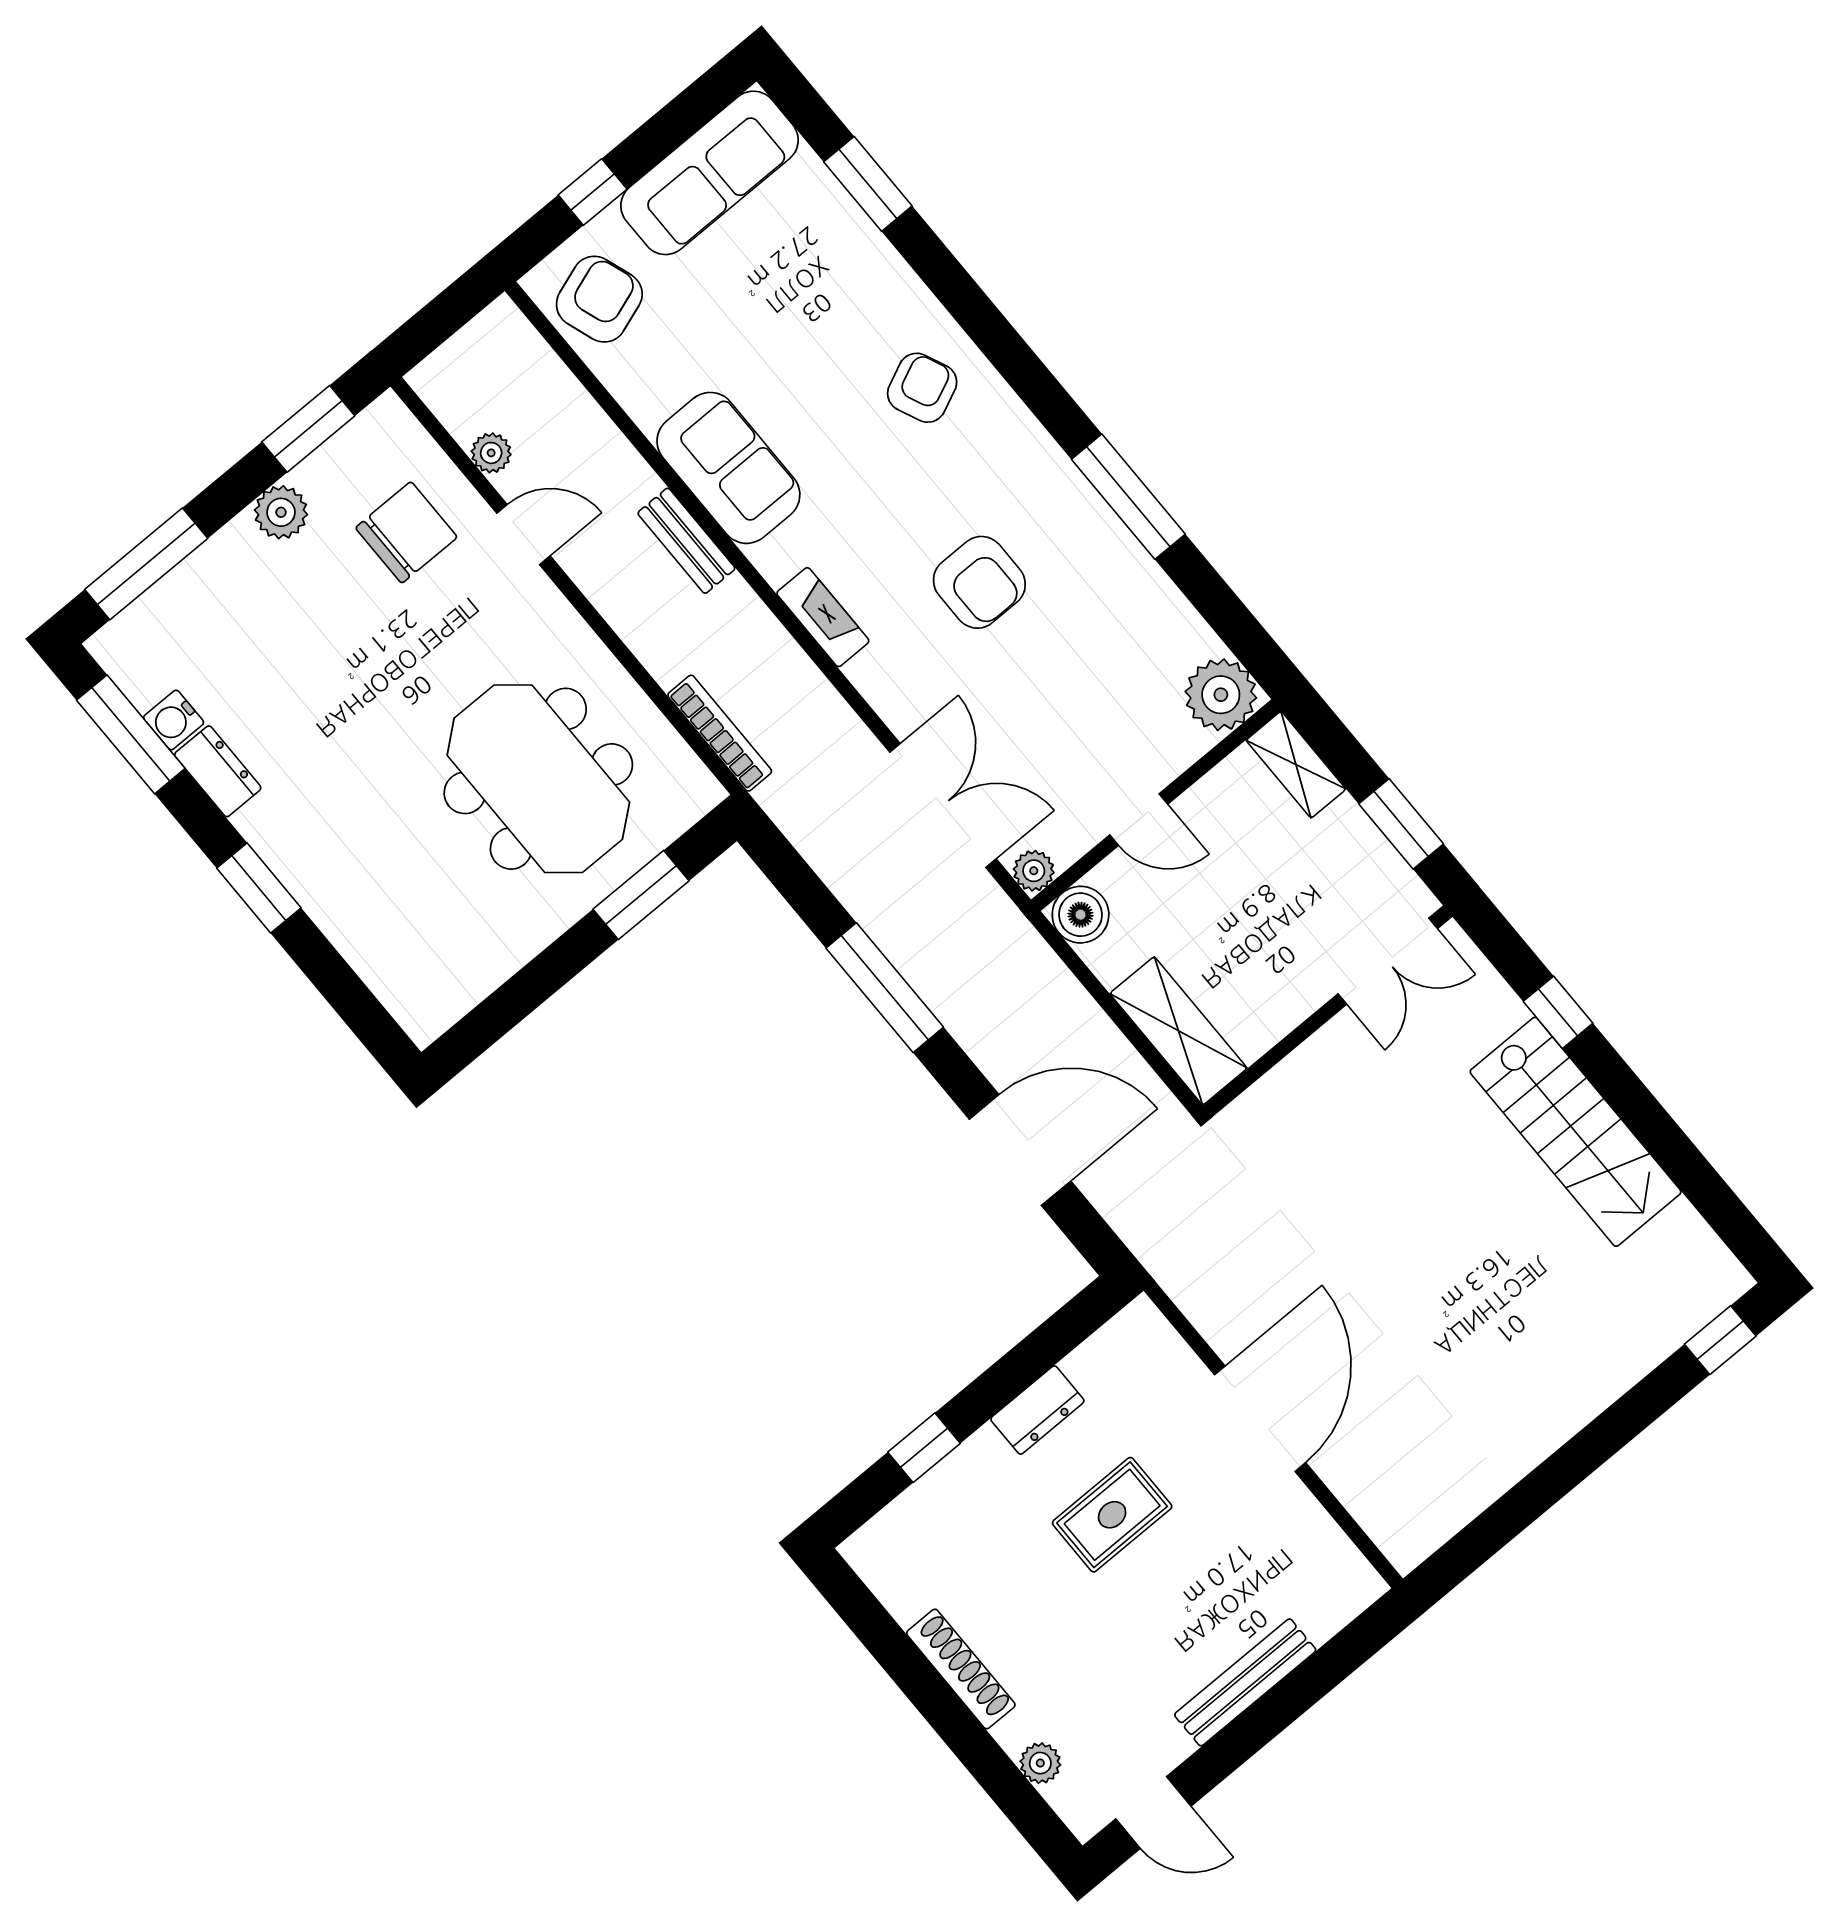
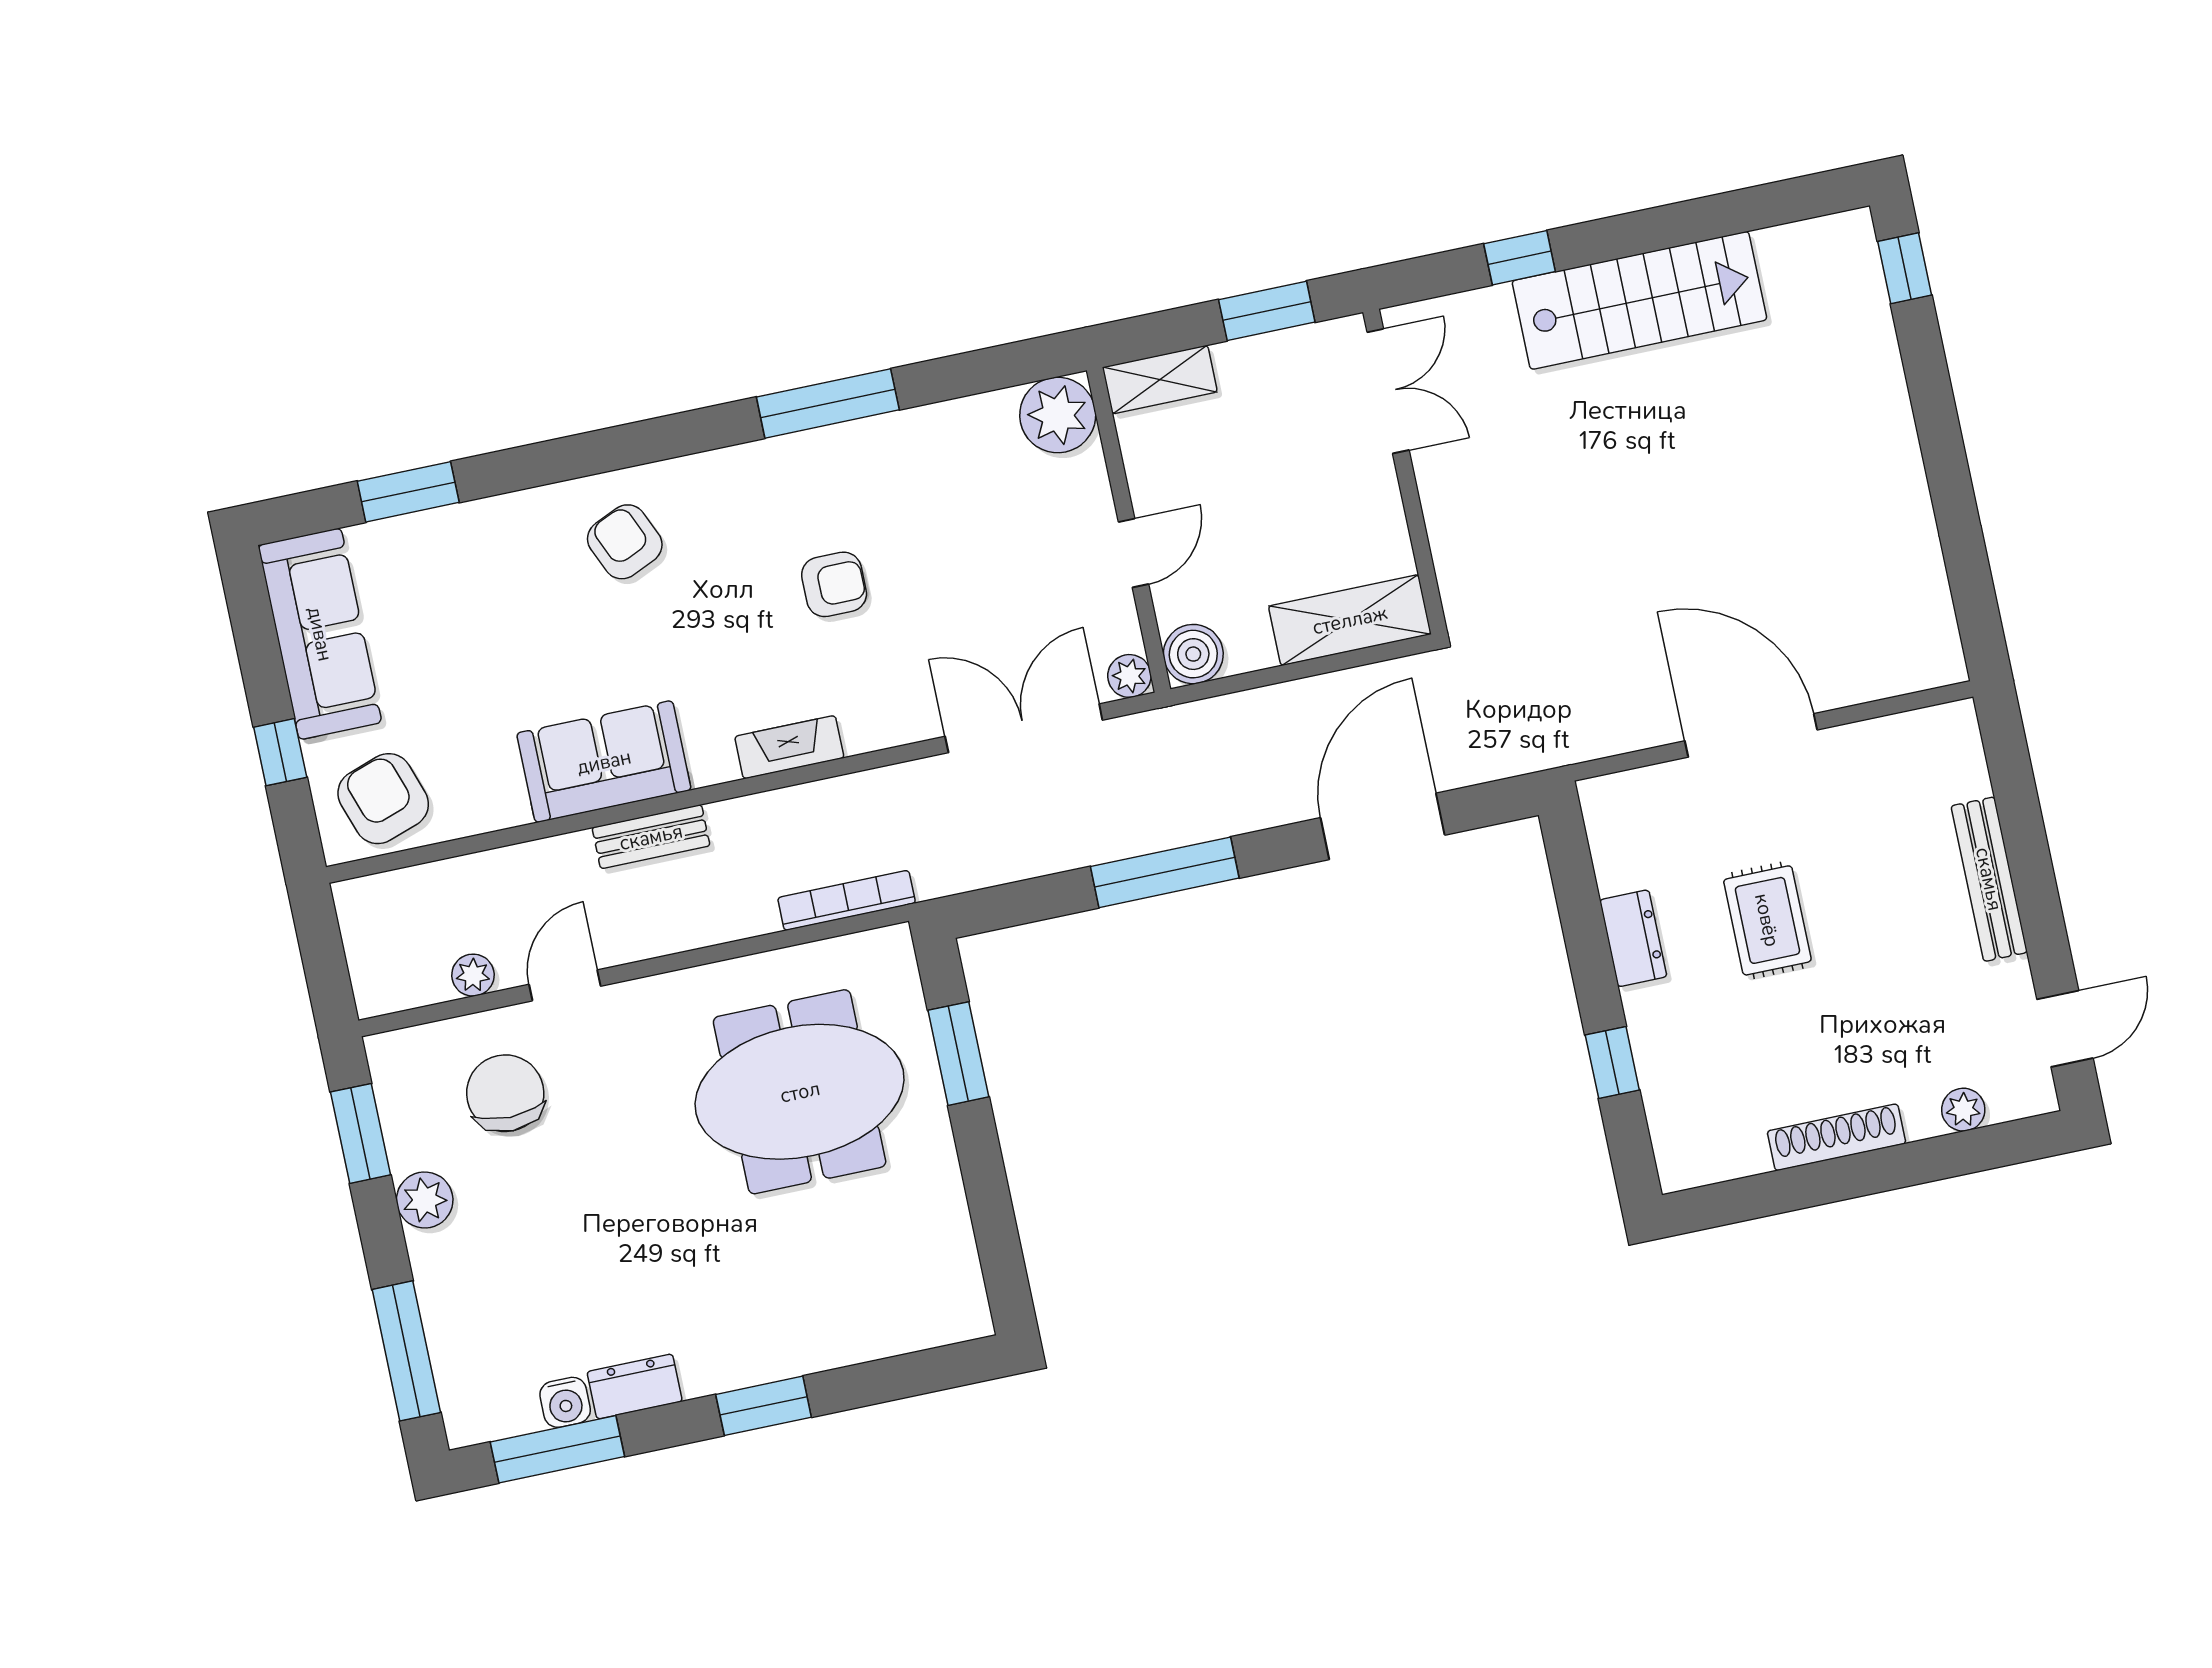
armchair: (979, 582) -> (834, 584), width x0.72, depth x0.72

